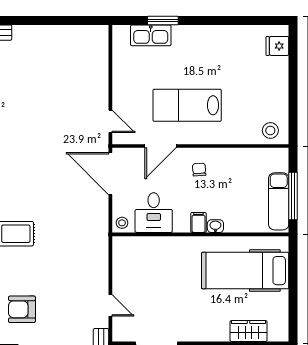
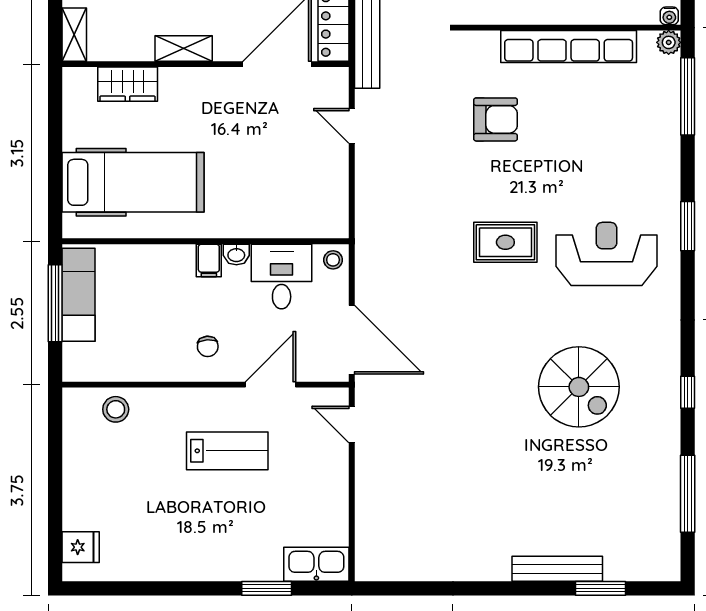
kitchen sink: (151, 35) -> (316, 564), moved
lab bench: (187, 105) -> (227, 451), width x0.73, depth x0.72
stool: (270, 130) -> (116, 409), moved
washbasin: (215, 226) -> (236, 255), moved

